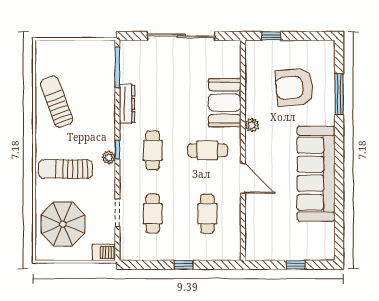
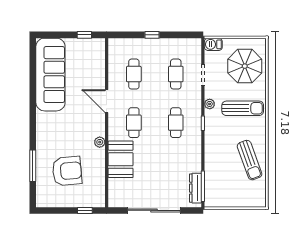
dresser: (127, 104) -> (196, 188), moved
cafe table: (207, 150) -> (134, 123), turned 90
plant: (109, 157) -> (210, 104), moved
sofa: (316, 174) -> (50, 75), moved
window: (296, 265) -> (84, 35), moved

